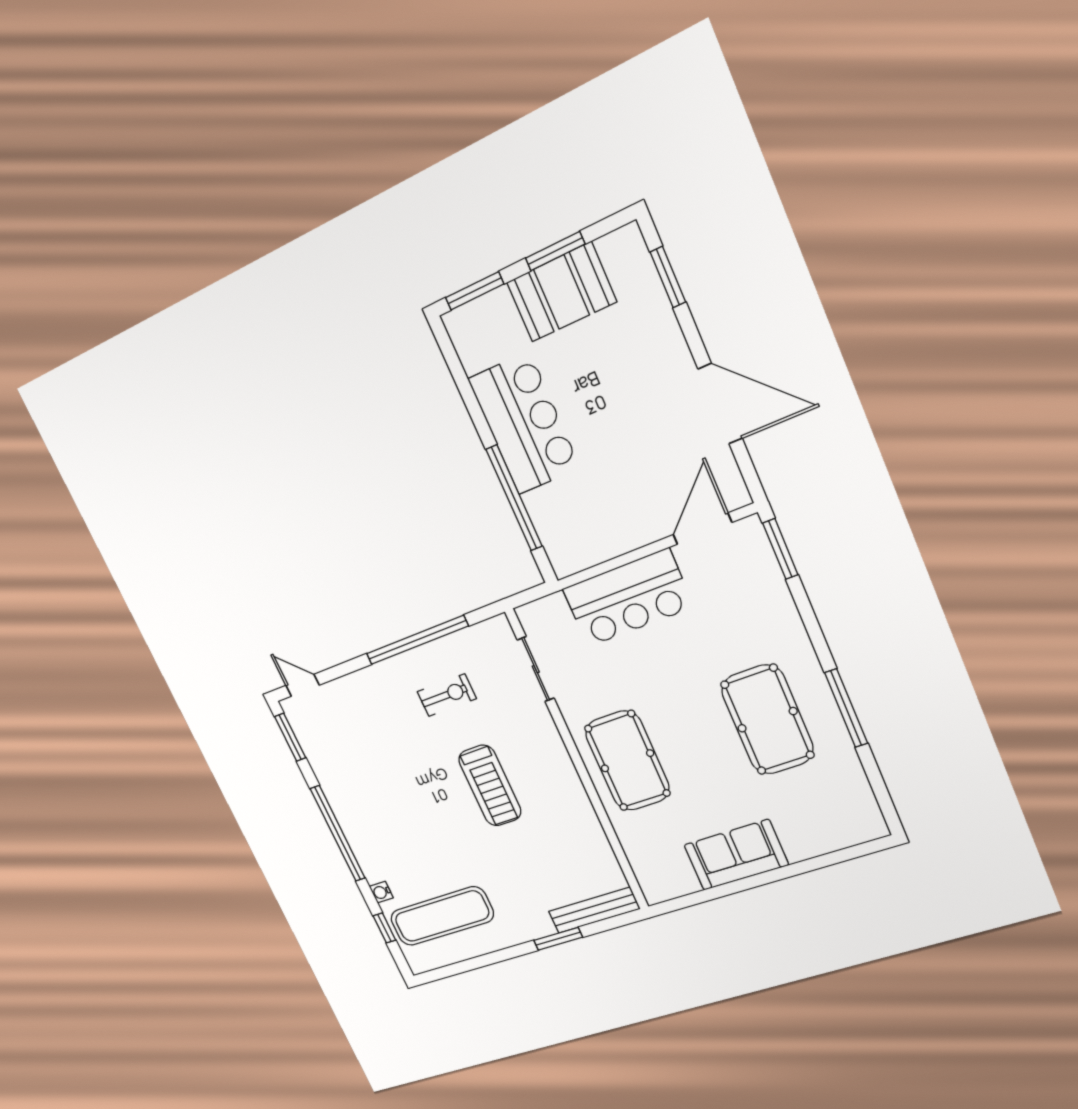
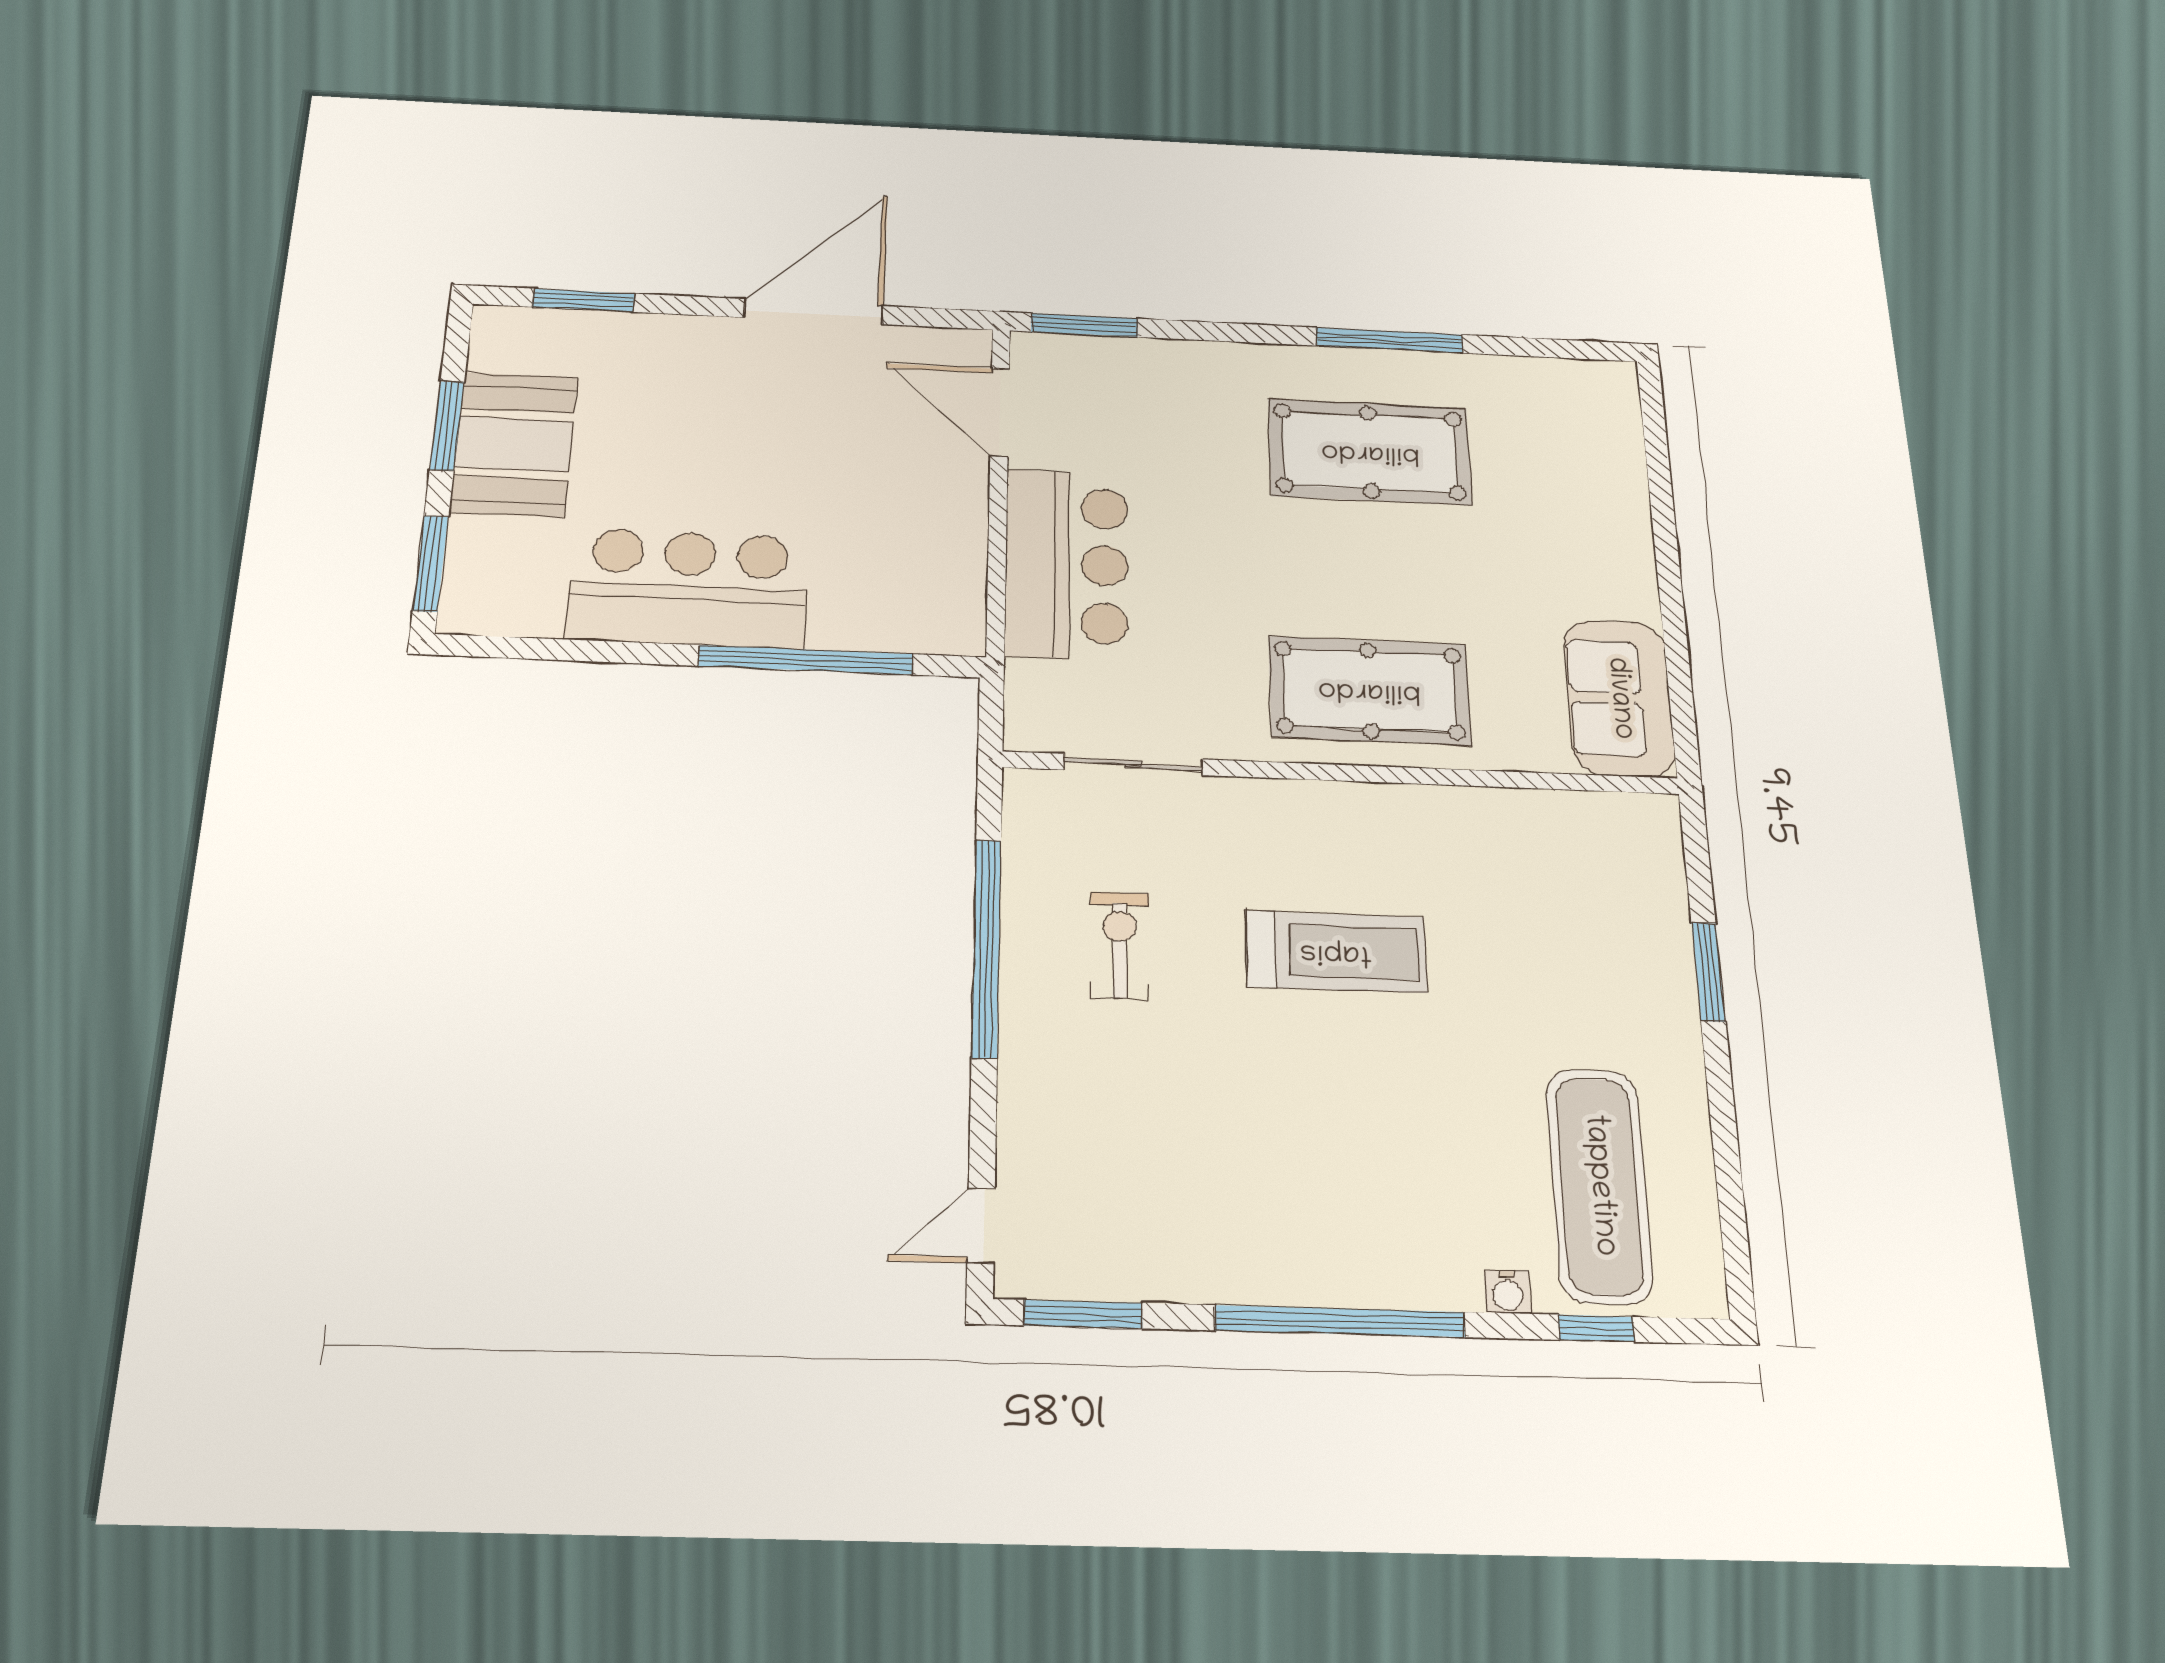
sofa: (736, 855) -> (1619, 698), moved
bench: (594, 910) -> (1661, 877), removed

